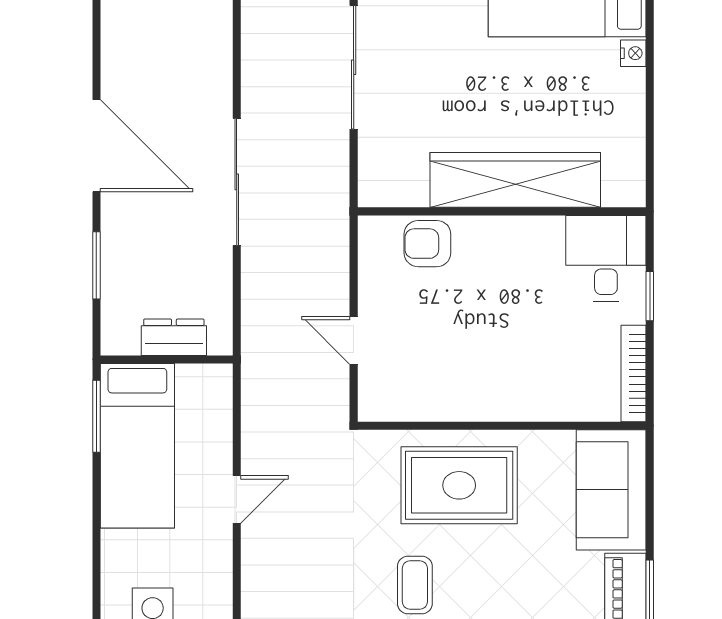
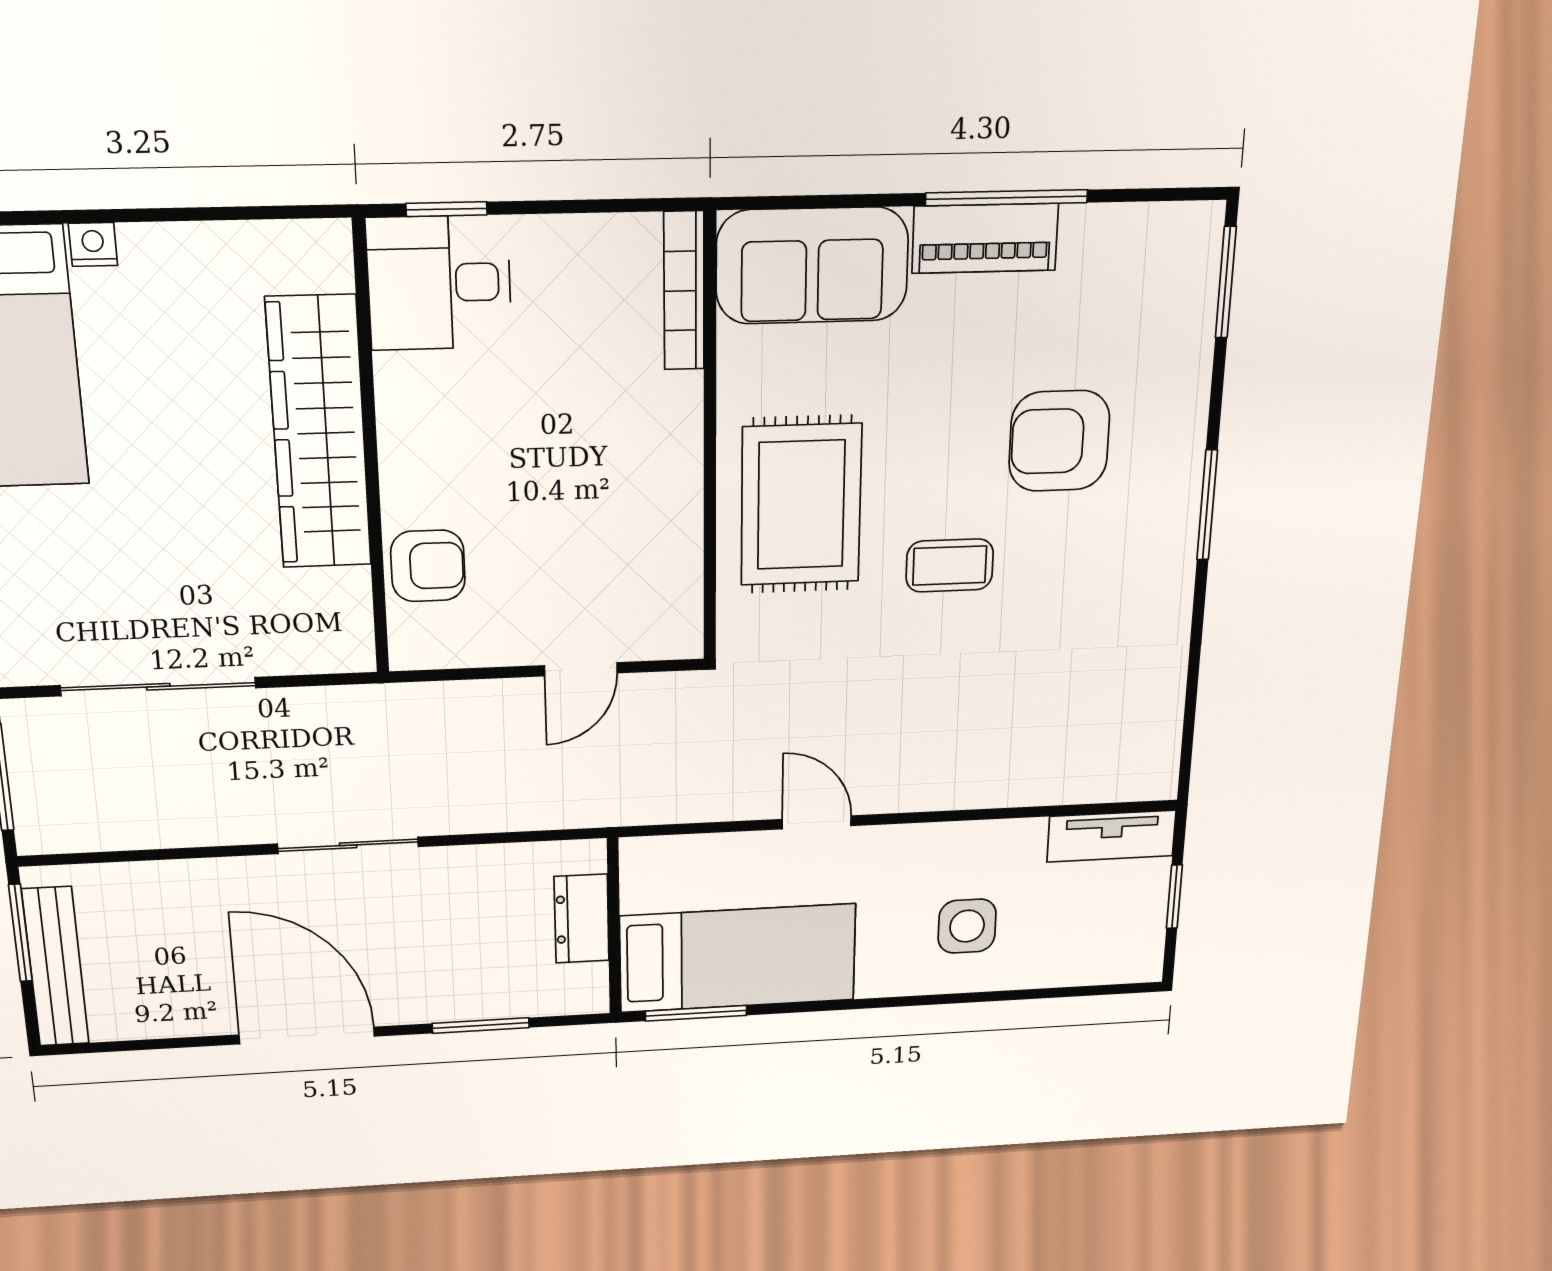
door: (96, 146) -> (307, 1035), hinge flipped
sliding door: (237, 182) -> (348, 845), width x0.73
armchair: (427, 244) -> (428, 566), turned -90
window: (650, 296) -> (446, 209), moved
bookcase: (633, 373) -> (684, 291), moved, turned 90

